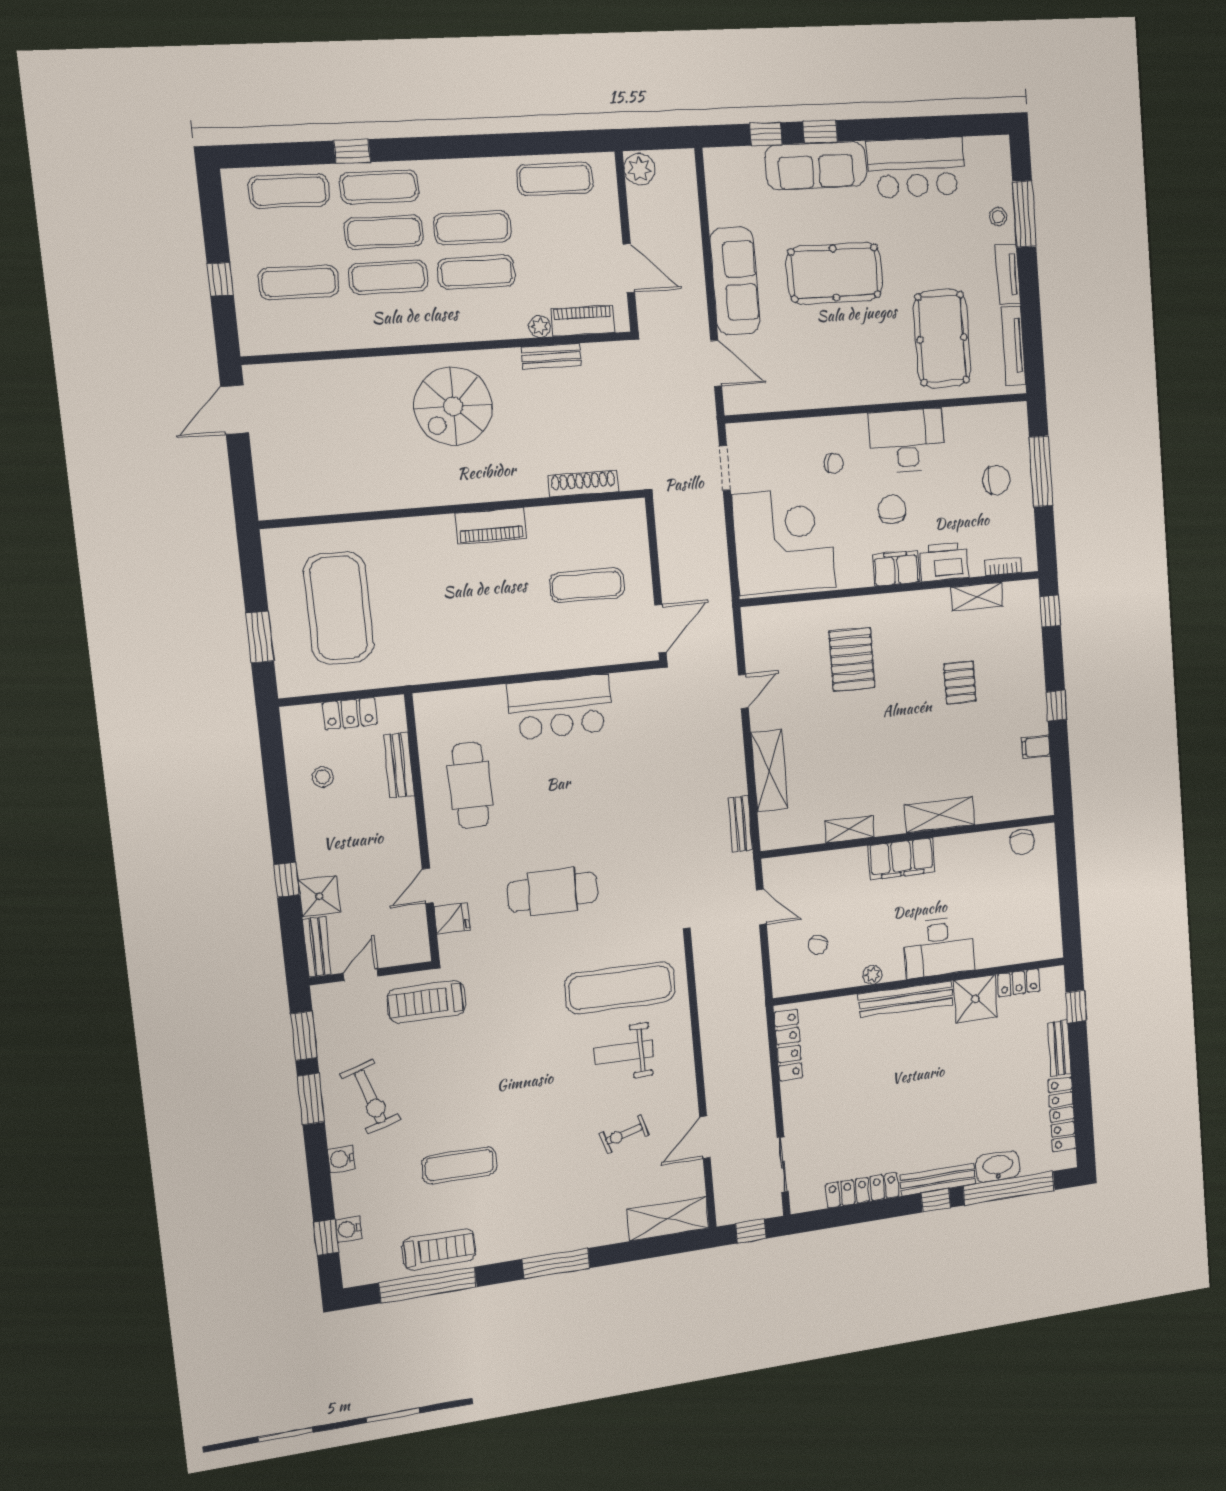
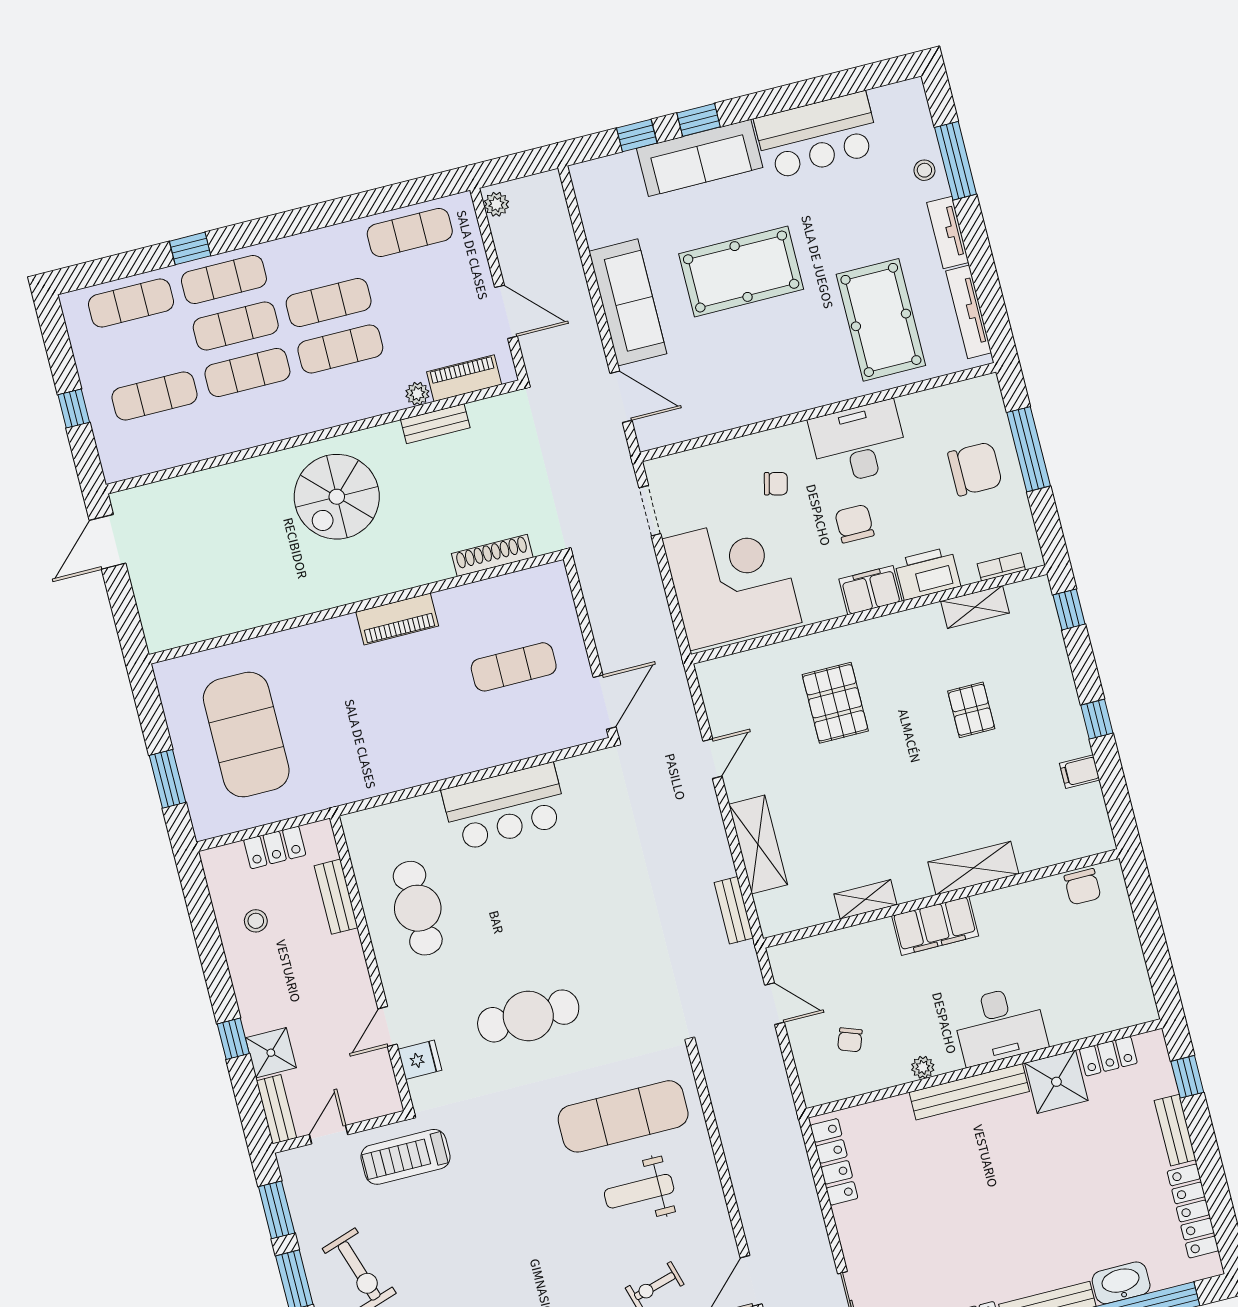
plant: (639, 169) -> (496, 204), width x0.73, depth x0.73
chair: (996, 480) -> (975, 469), width x1.37, depth x1.37

